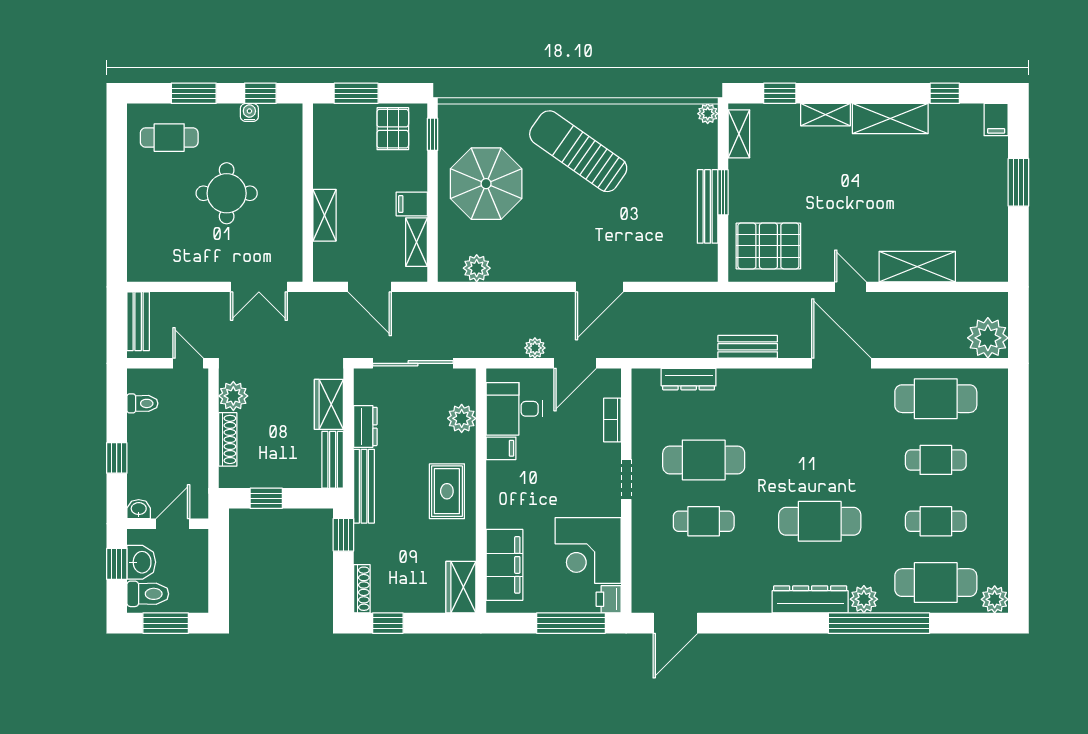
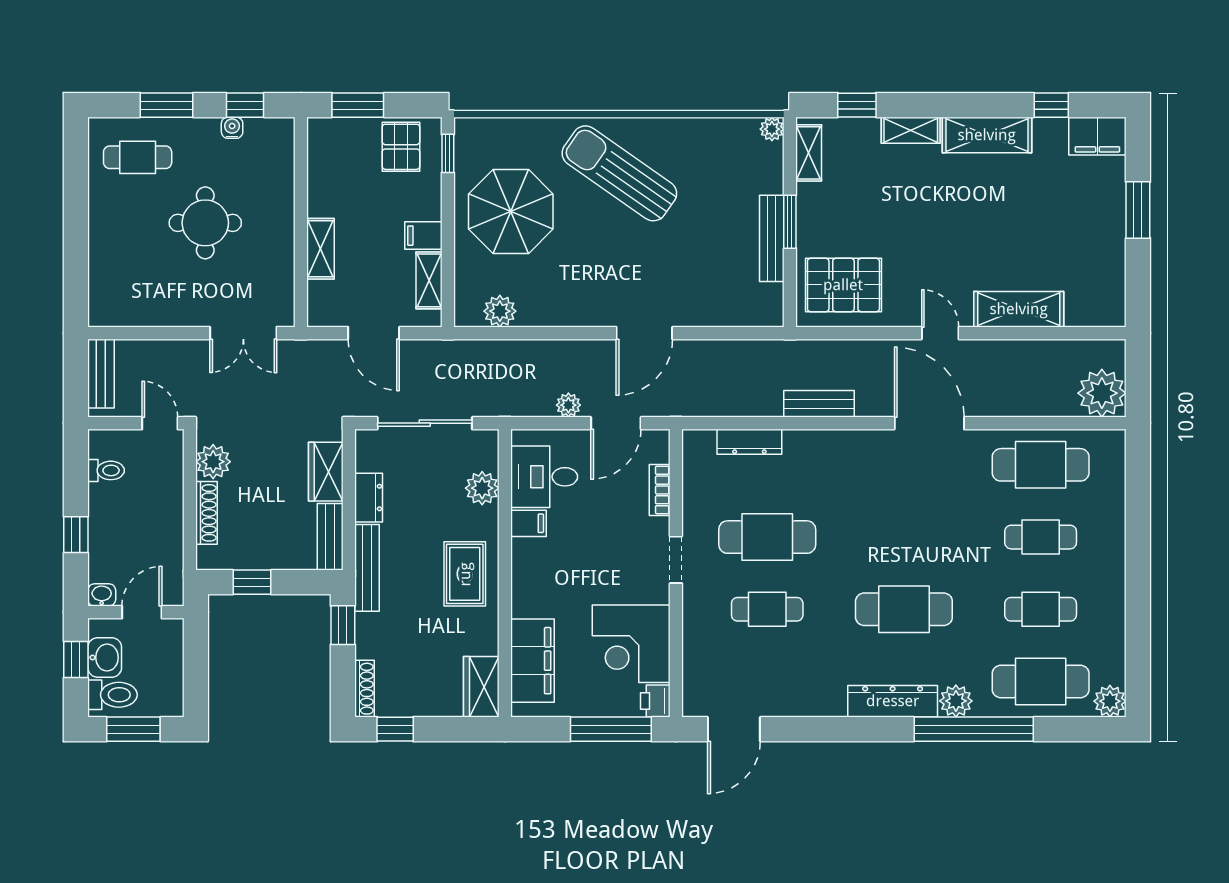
filing cabinet: (996, 120) -> (1097, 136), width x2.00

